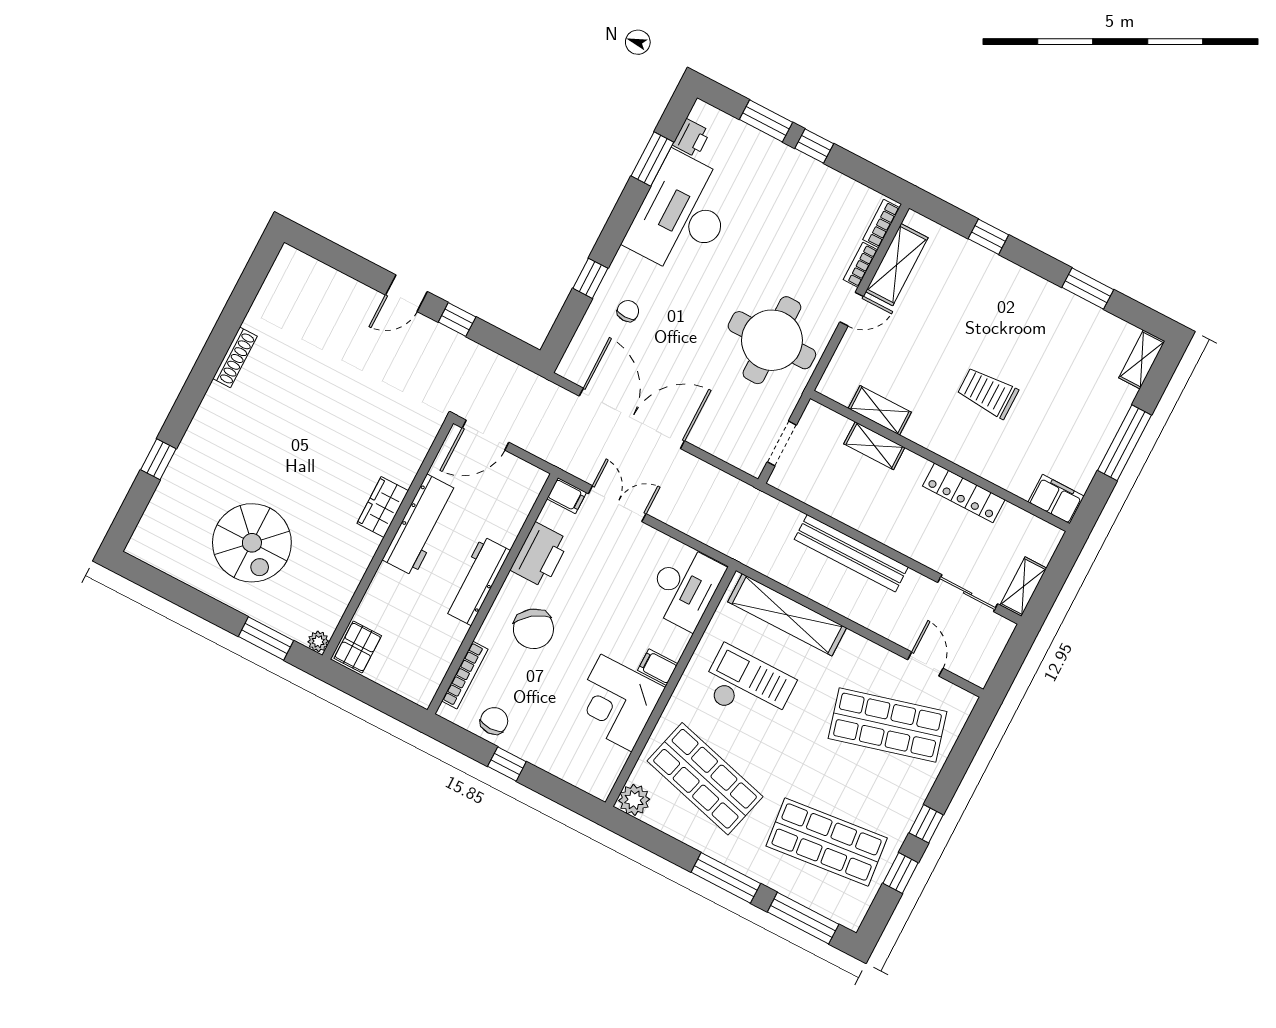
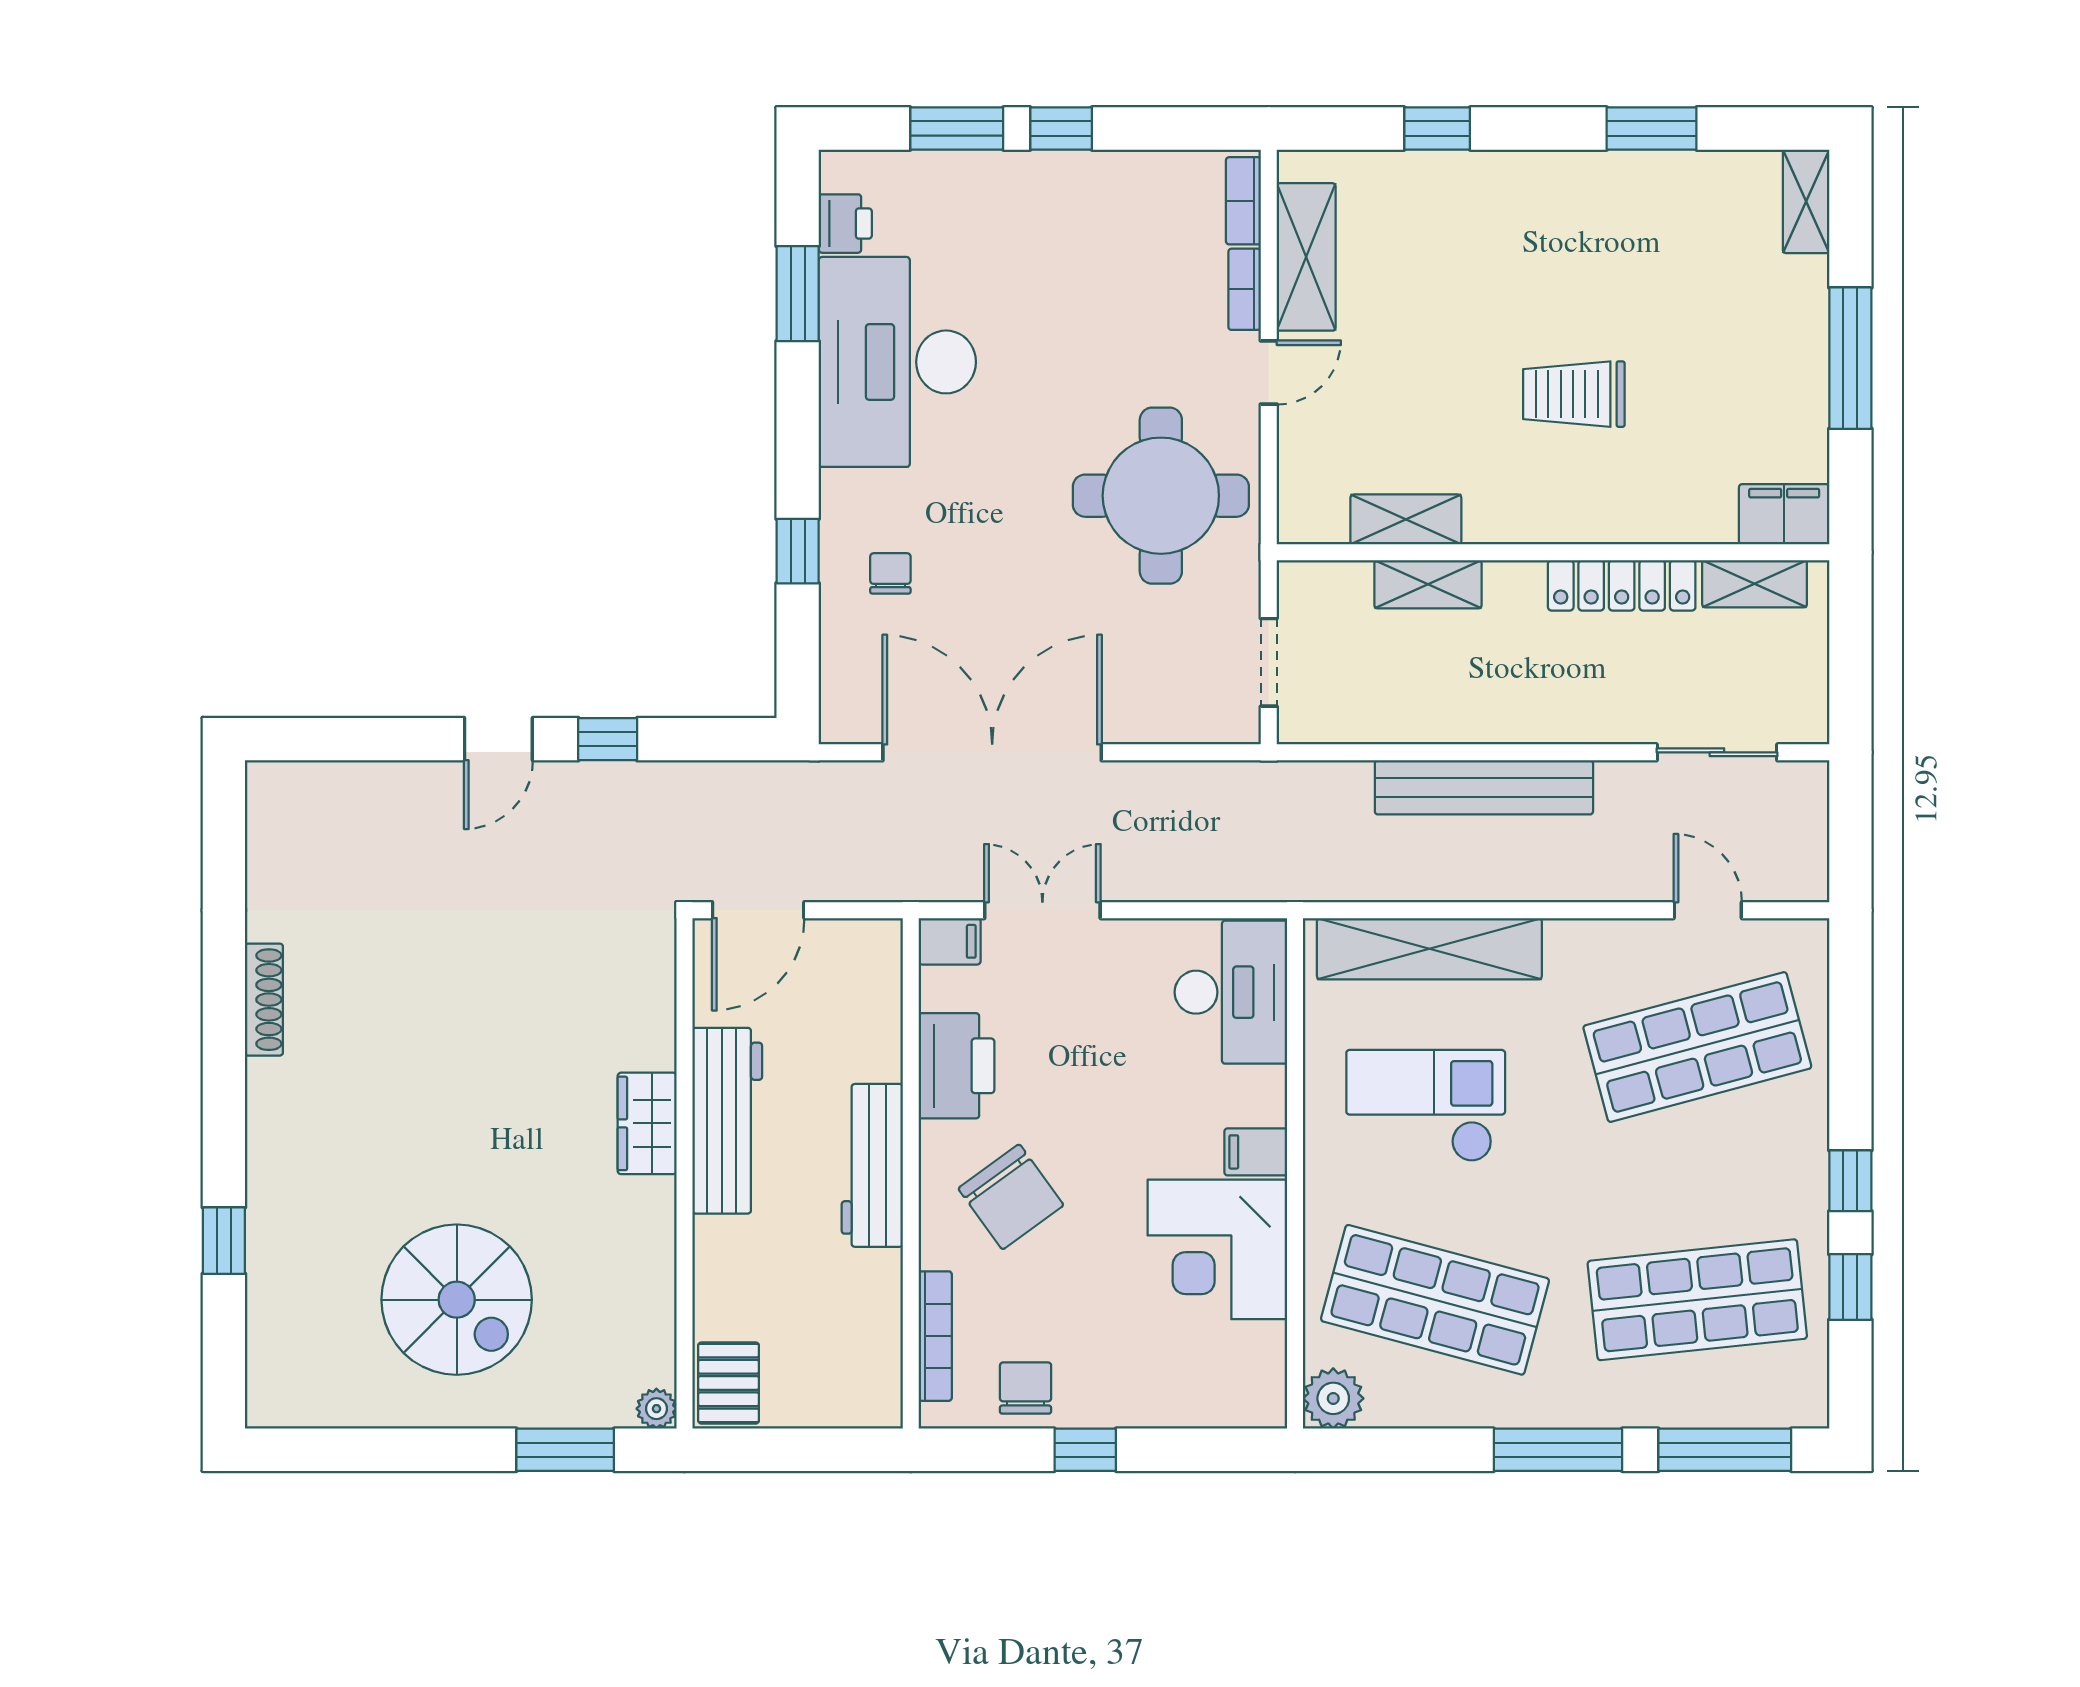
shelving: (1023, 587) -> (1755, 584), moved, turned 90

